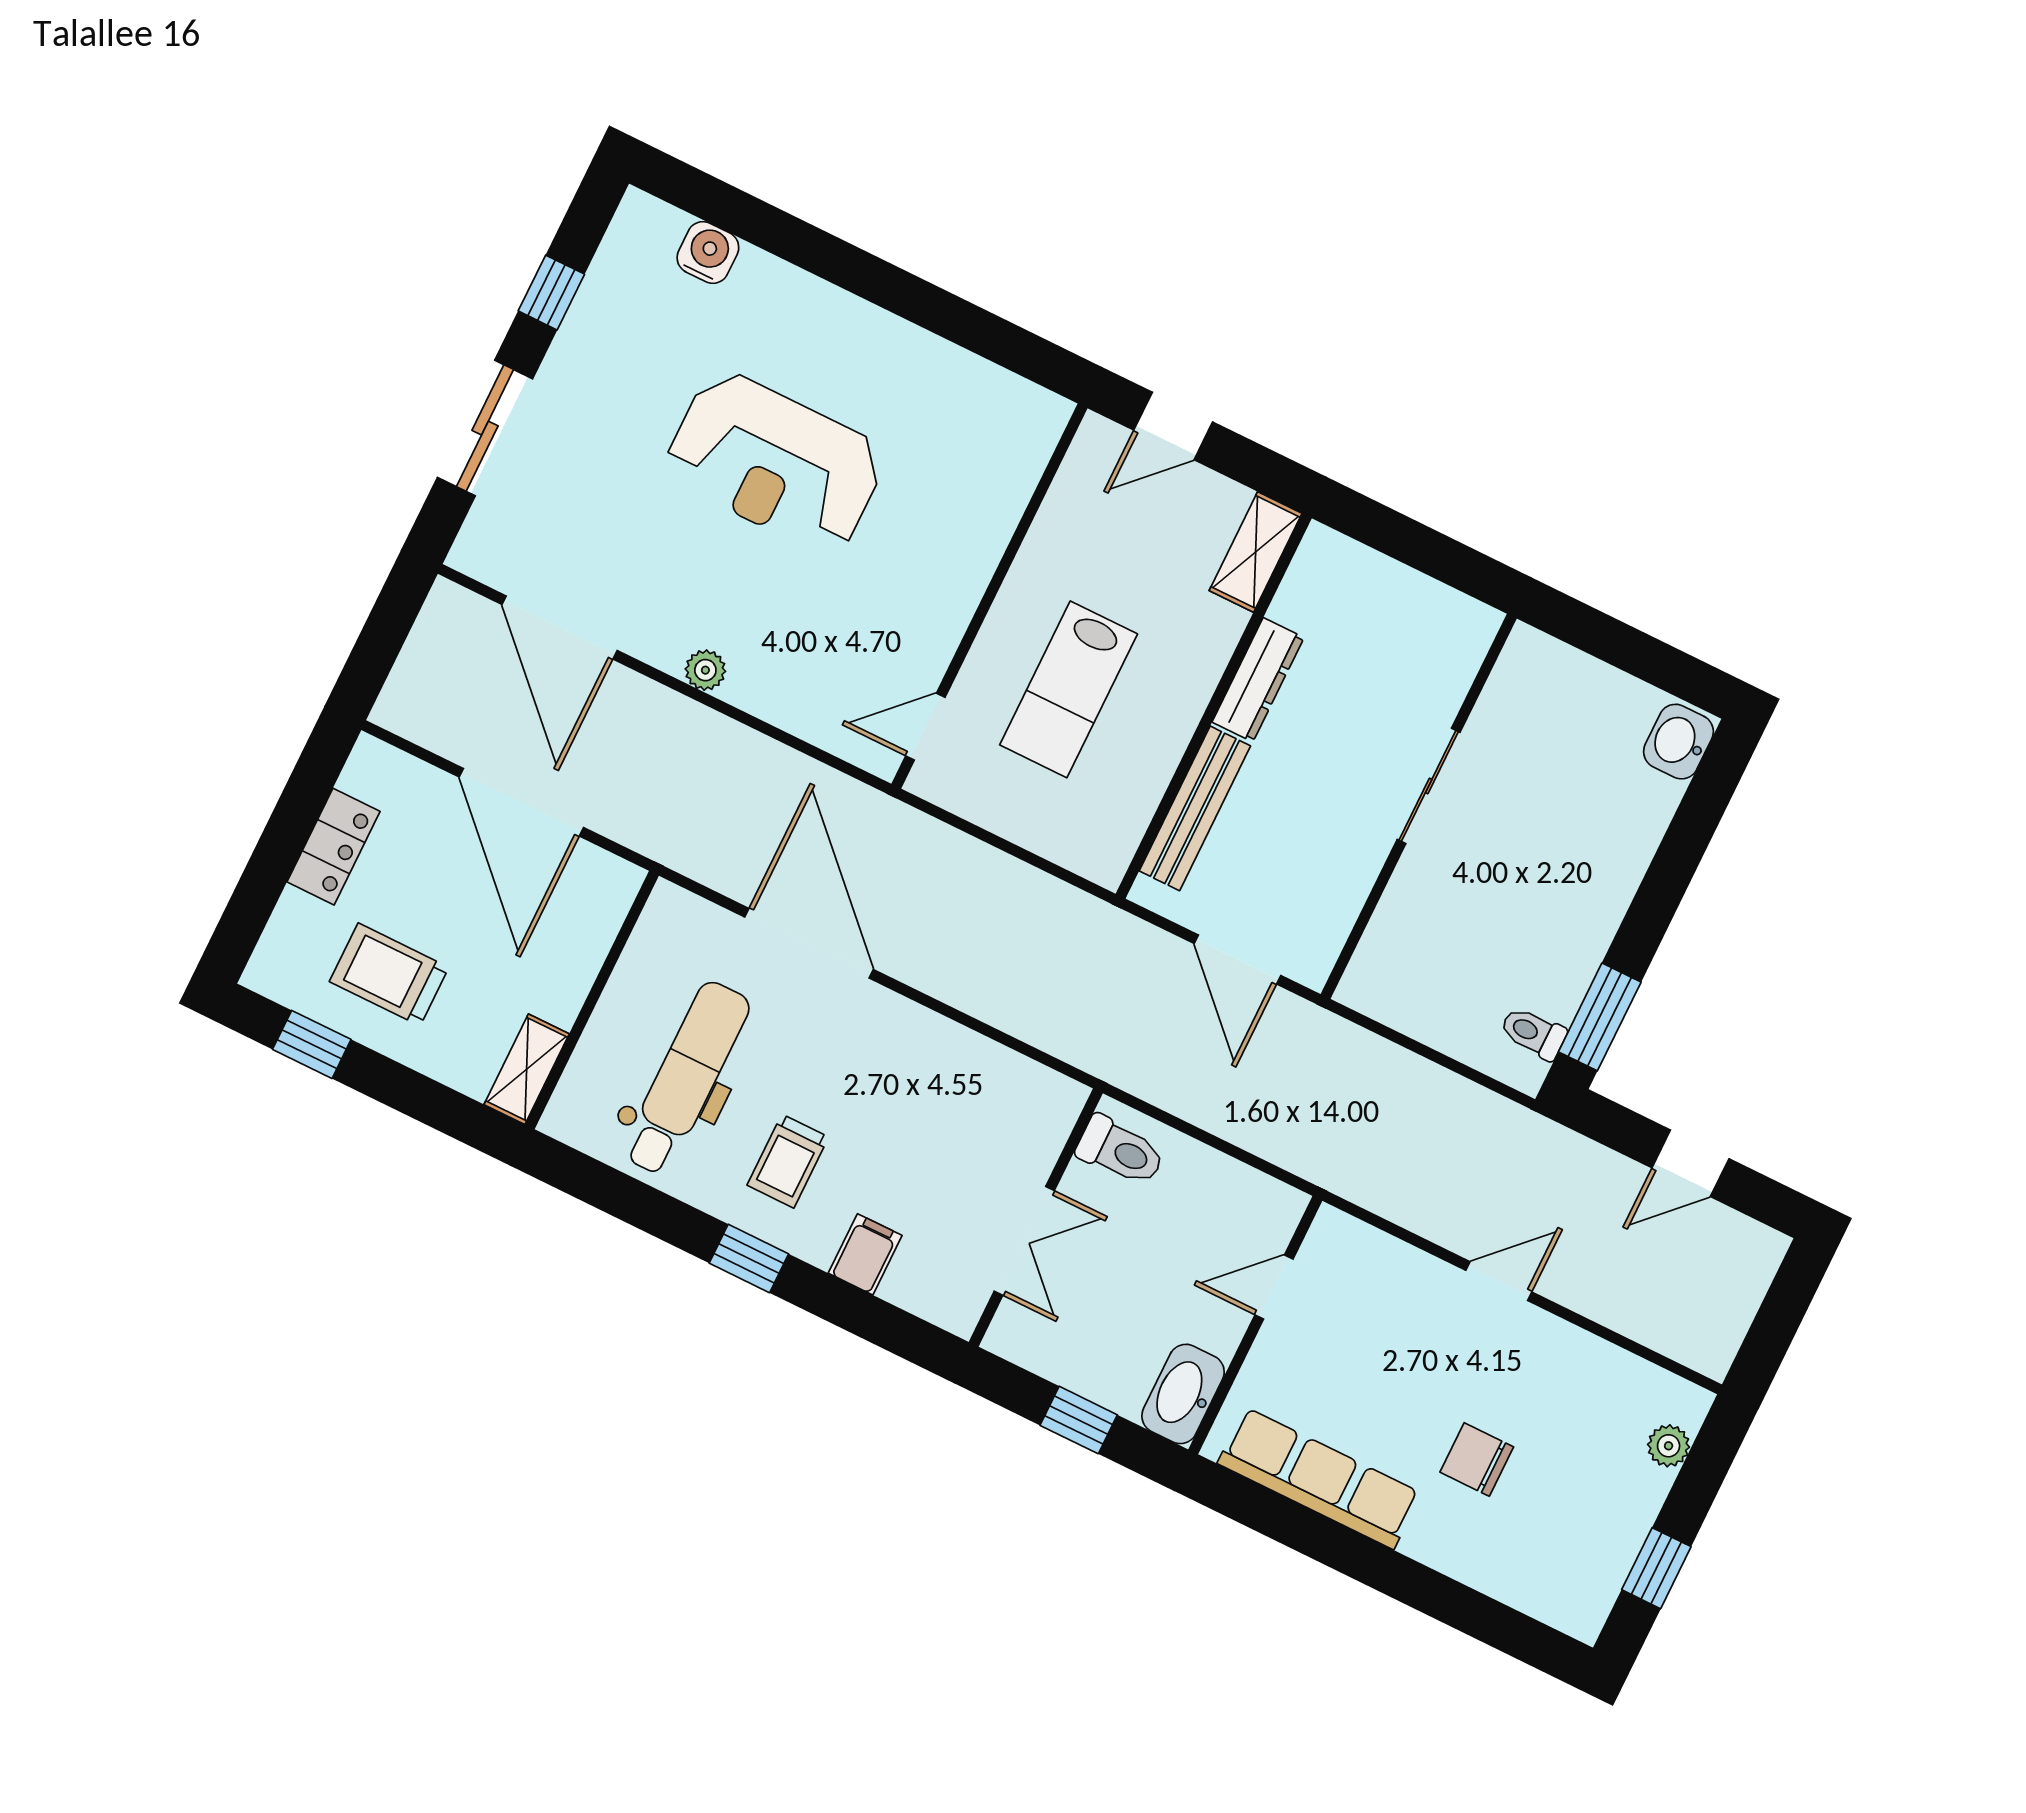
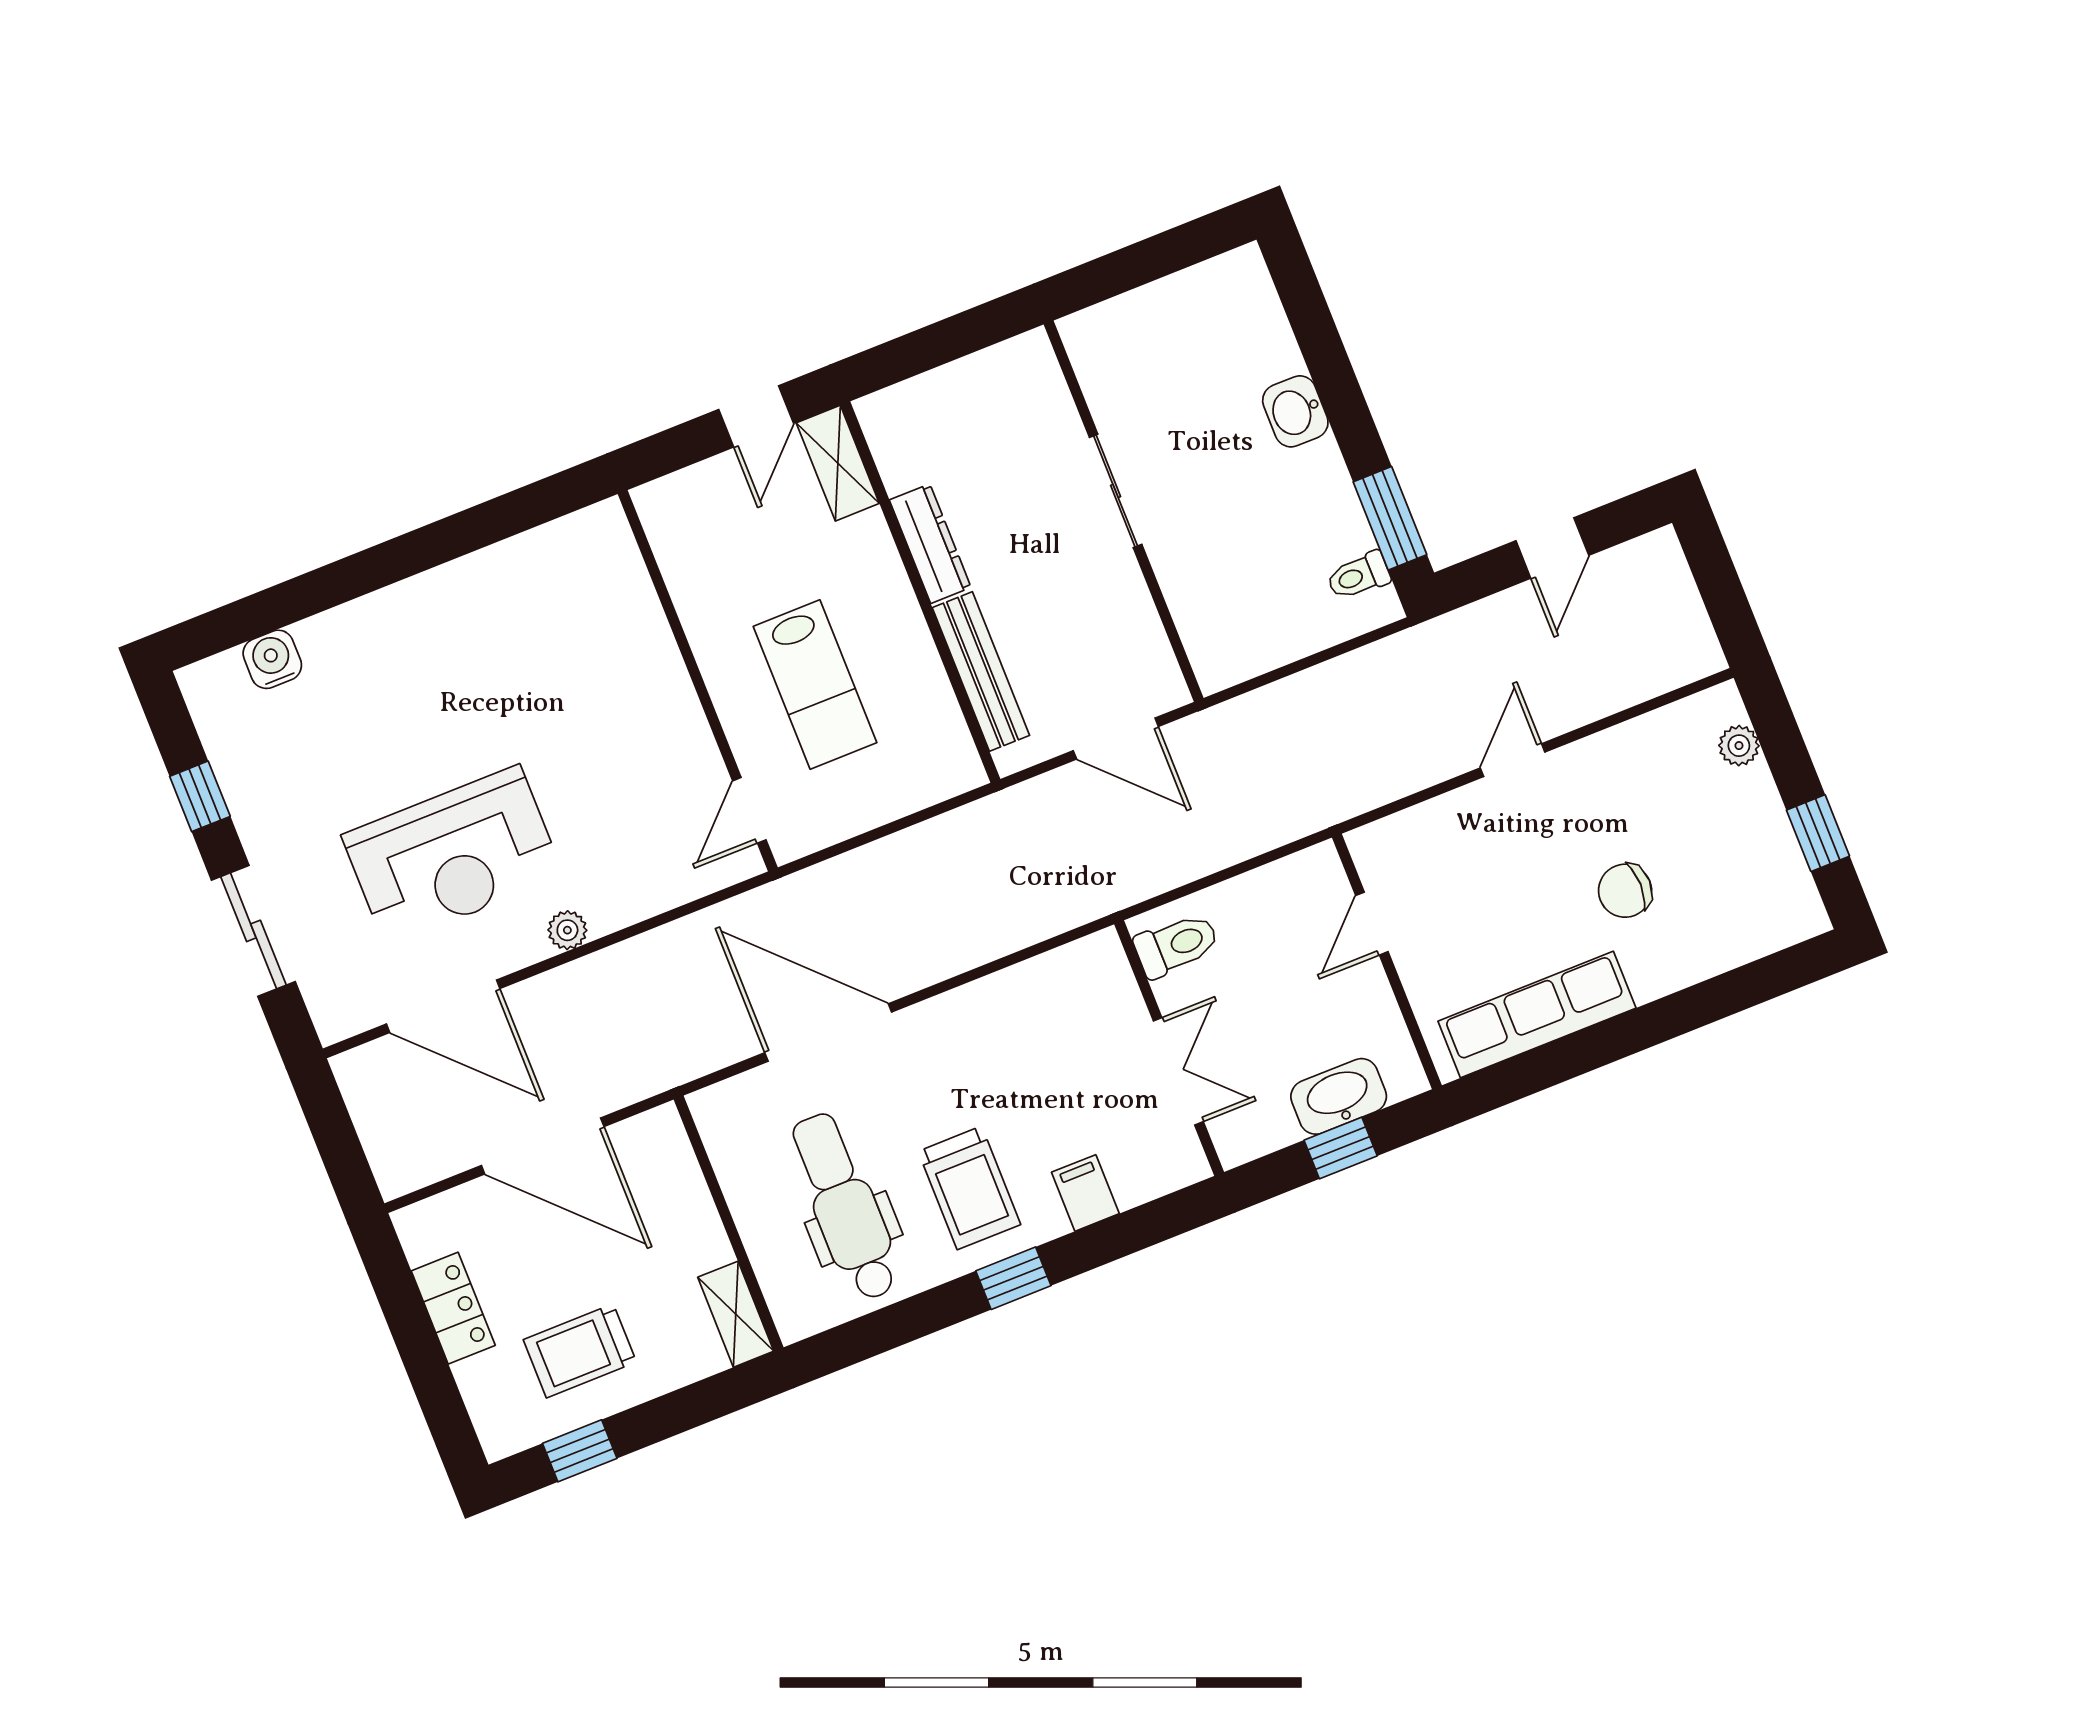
door: (1173, 426) -> (756, 416), moved
reception desk: (775, 462) -> (453, 856), moved
washbasin: (1678, 742) -> (1295, 411), moved
trolley: (788, 1161) -> (969, 1188), width x1.36, depth x1.39
washbasin: (1183, 1394) -> (1339, 1096), moved, turned 90

